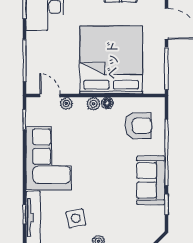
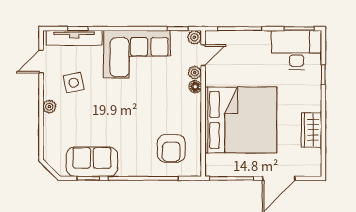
floor lamp: (107, 103) -> (195, 87), moved
plant: (93, 104) -> (194, 37), moved
sofa: (151, 180) -> (92, 162), moved

